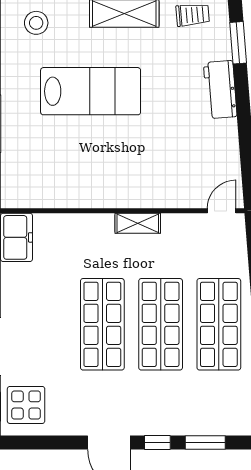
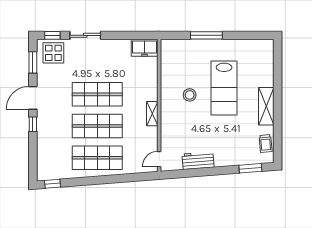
stool: (36, 23) -> (190, 95), moved
workbench: (220, 90) -> (198, 161), moved
door: (222, 211) -> (159, 159), swing flipped
window: (205, 442) -> (33, 62), moved

